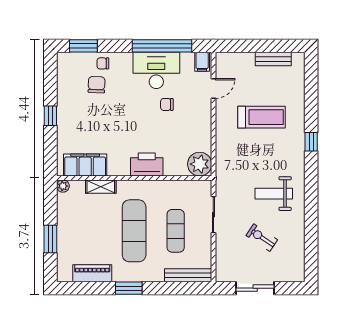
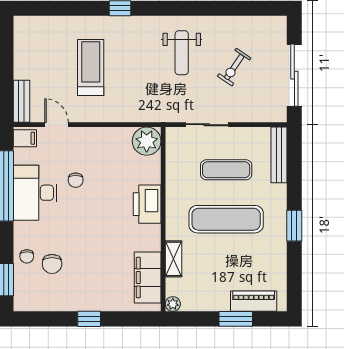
bench: (273, 59) -> (21, 101), moved
chair: (97, 85) -> (52, 264), turned -92
piano: (92, 273) -> (254, 301), moved, turned 90
sliding door: (255, 288) -> (294, 75), width x1.37

